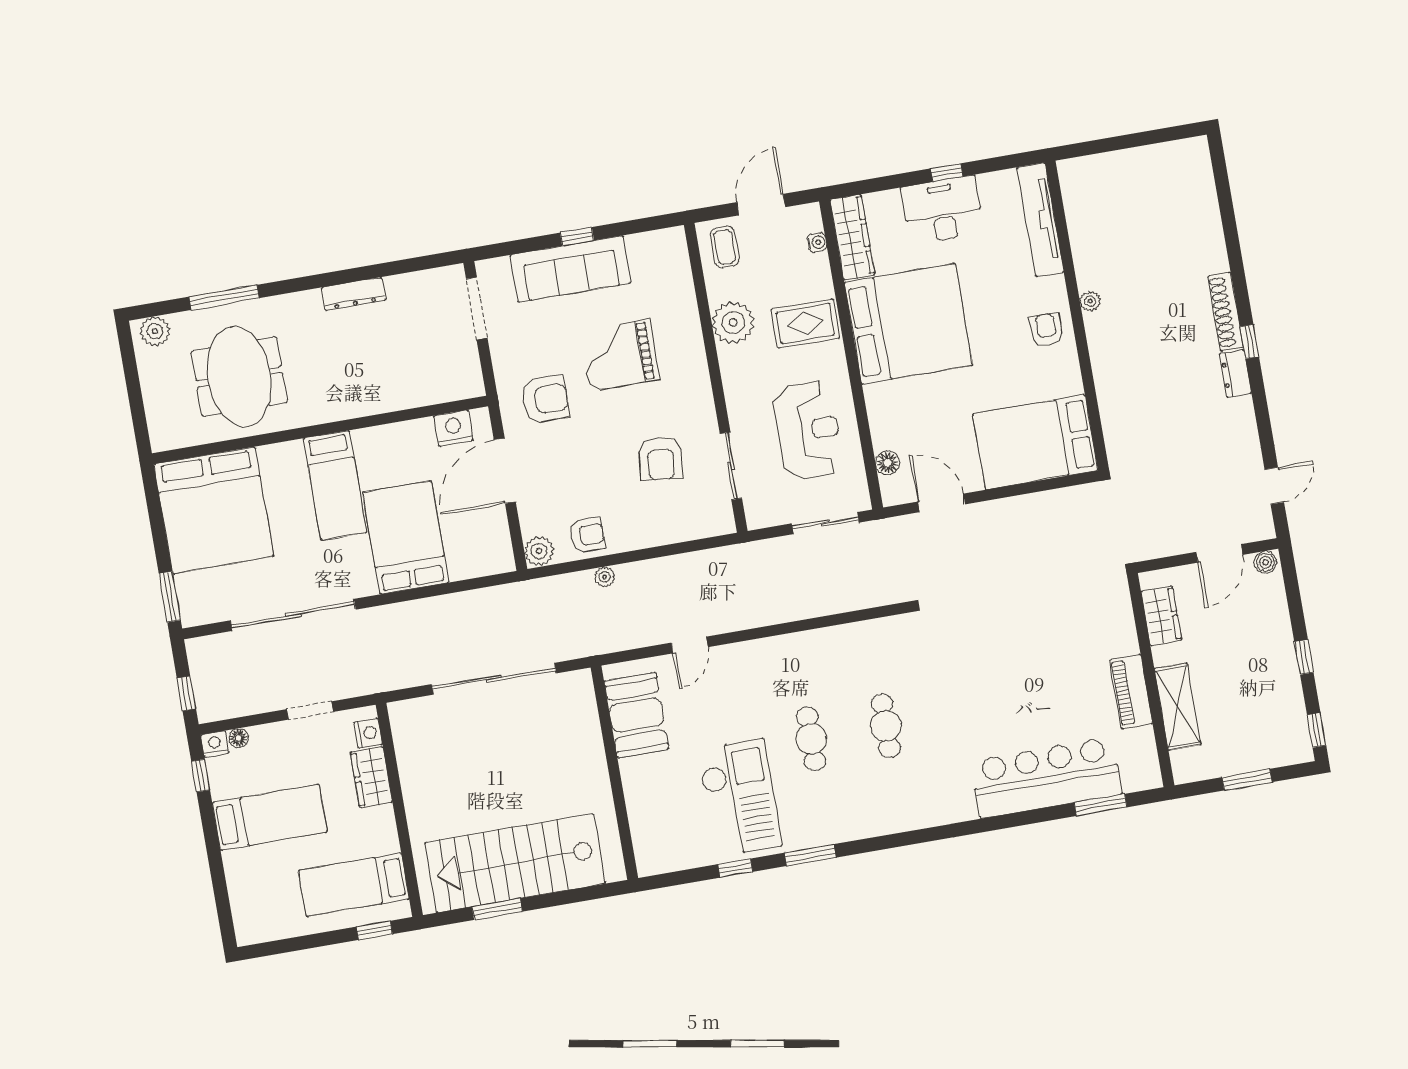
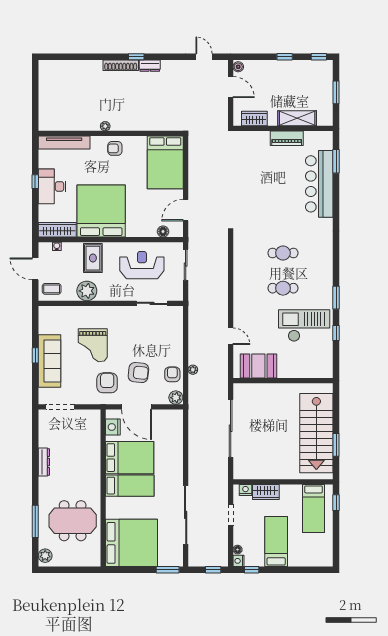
armchair: (661, 458) -> (138, 373), moved
bed: (406, 538) -> (130, 458), moved, turned 180

